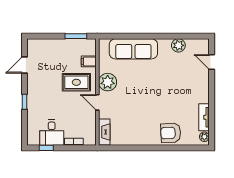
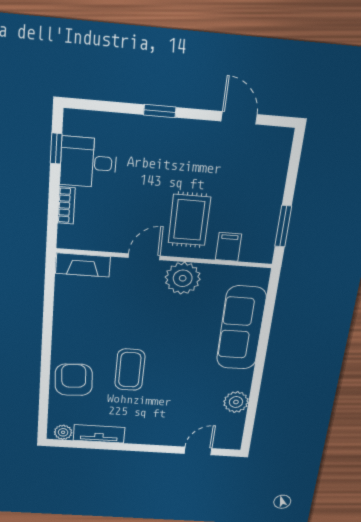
coffee table: (162, 104) -> (130, 370), added

